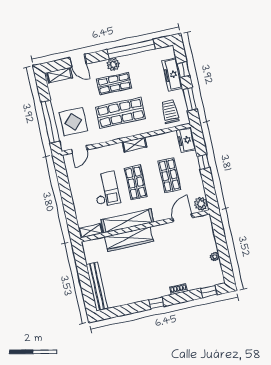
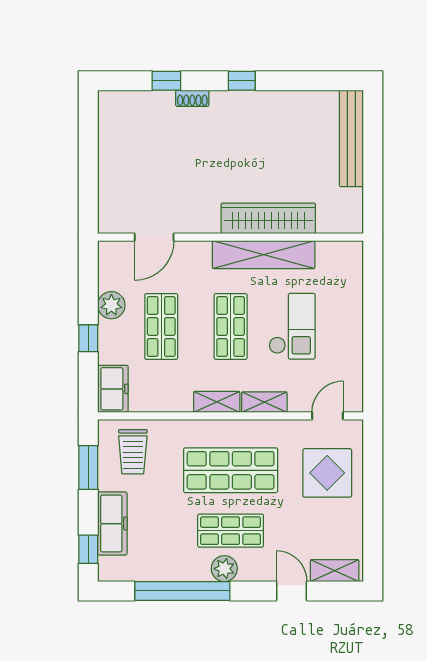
window: (183, 69) -> (88, 549), moved
window: (50, 122) -> (373, 483), removed
checkout: (106, 189) -> (292, 326), turned 180
plant: (201, 204) -> (111, 305), moved
shelving: (91, 231) -> (264, 402), moved
plant: (215, 257) -> (107, 147), removed
window: (209, 292) -> (166, 81), moved

